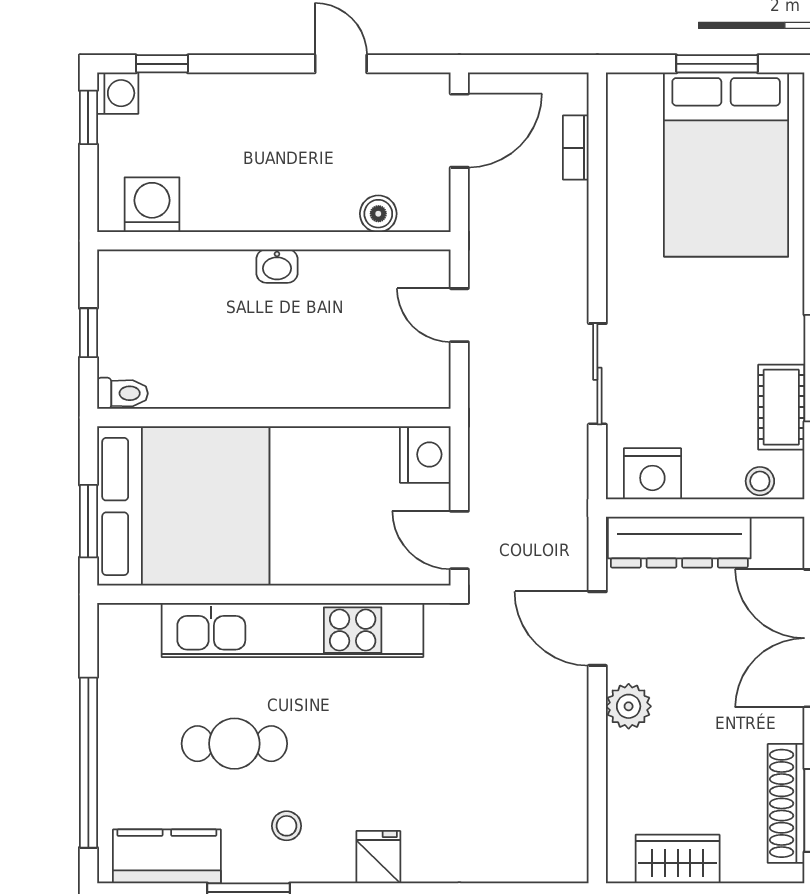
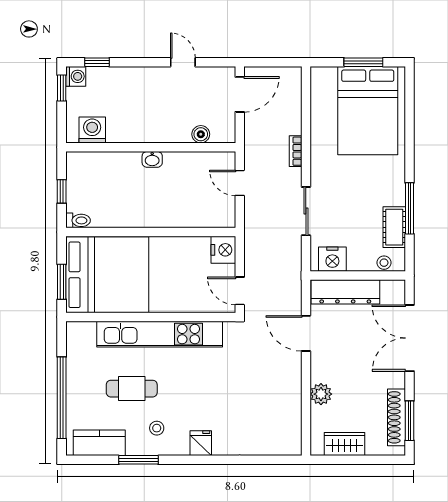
bookcase: (576, 148) -> (296, 151), moved
plant: (629, 706) -> (321, 394), moved

